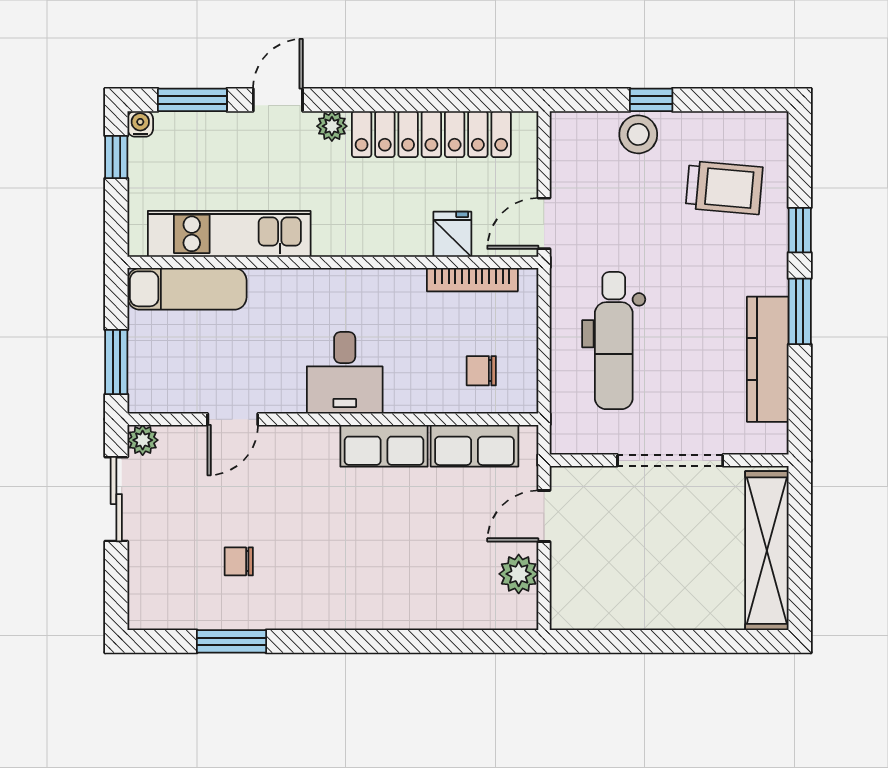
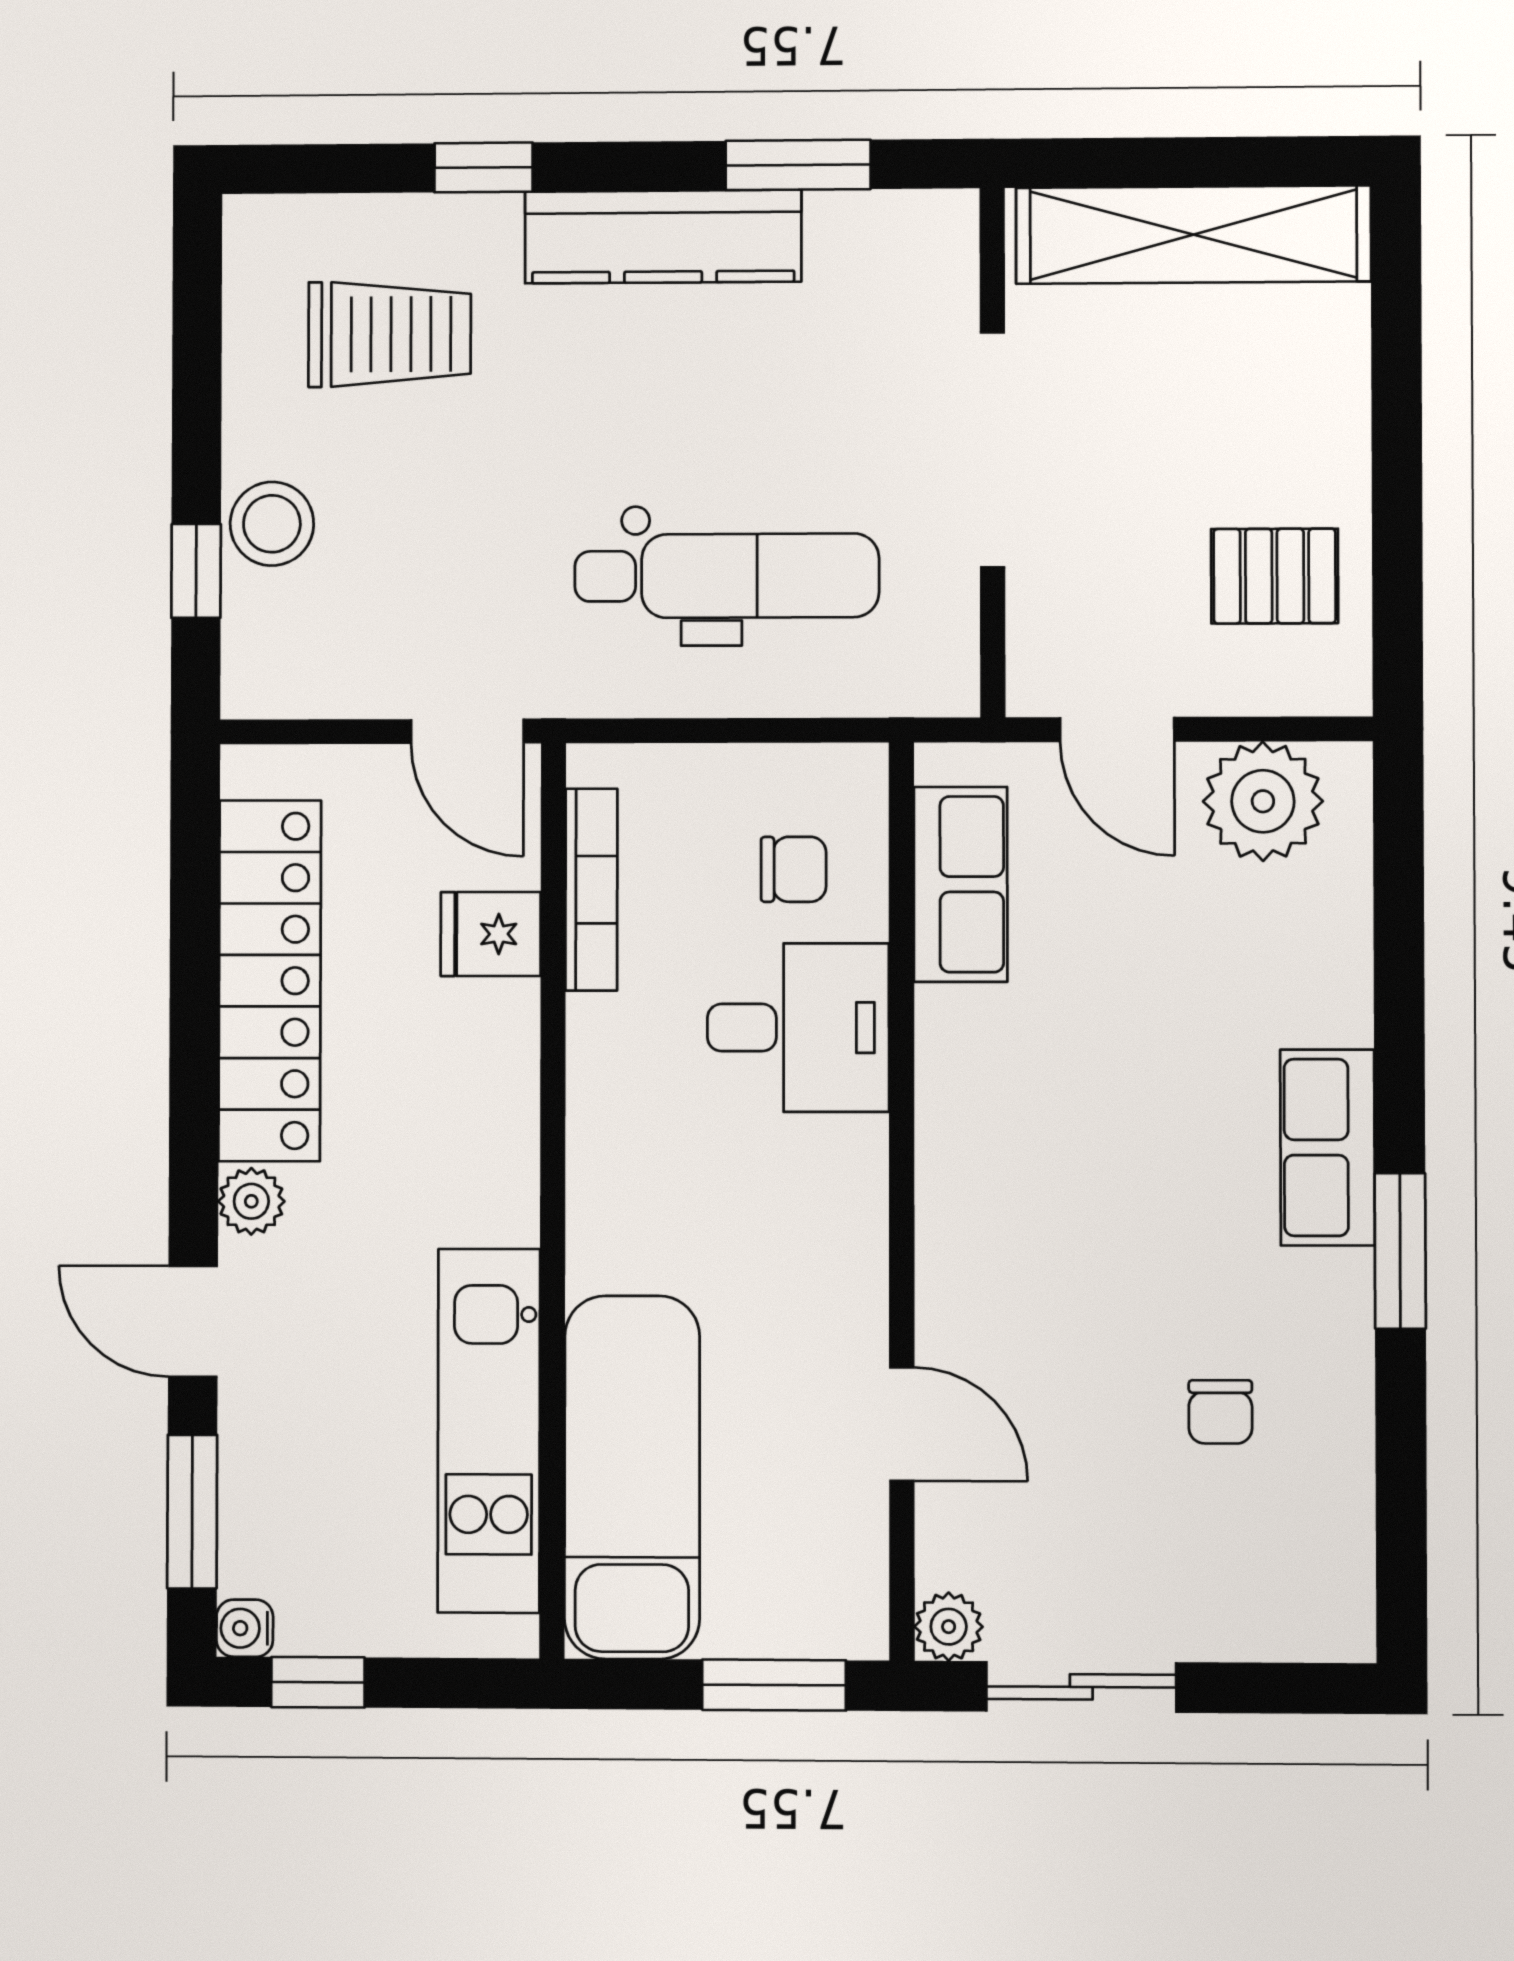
window: (651, 100) -> (196, 571), moved
trolley: (724, 188) -> (390, 334), turned 85
exam couch: (187, 289) -> (632, 1477), width x1.36, depth x1.45
window: (800, 311) -> (798, 165), moved
kitchen counter: (768, 359) -> (663, 237), moved
chair: (481, 371) -> (794, 869), turned -90
desk: (345, 373) -> (798, 1028), moved
row of seats: (384, 446) -> (1327, 1147), moved, turned 180
plant: (519, 574) -> (1263, 801), width x1.36, depth x1.36
pallet: (613, 587) -> (1275, 576), added
window: (231, 641) -> (1400, 1251), moved

